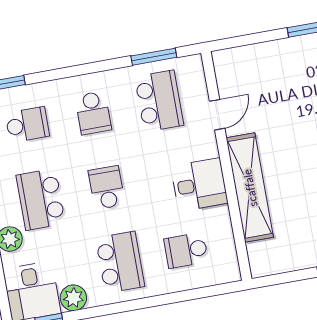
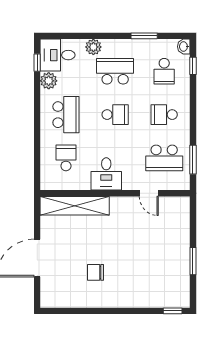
shelving: (250, 188) -> (75, 206), moved
school desk: (120, 262) -> (66, 115), turned -90

